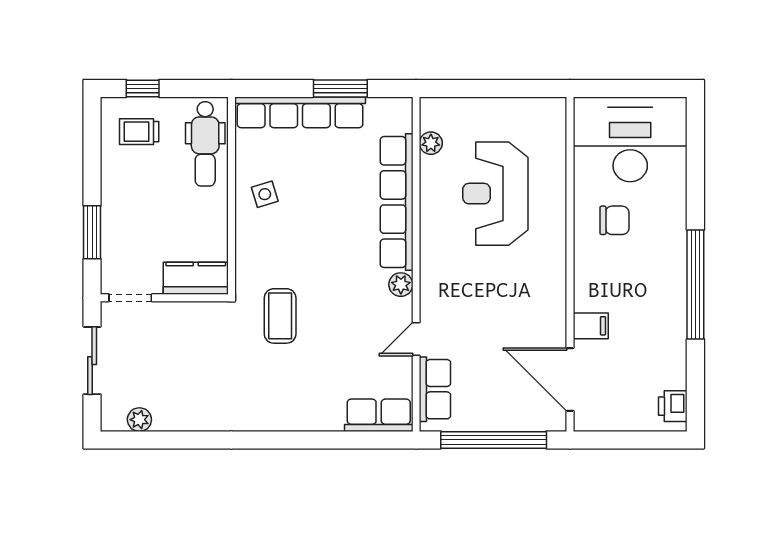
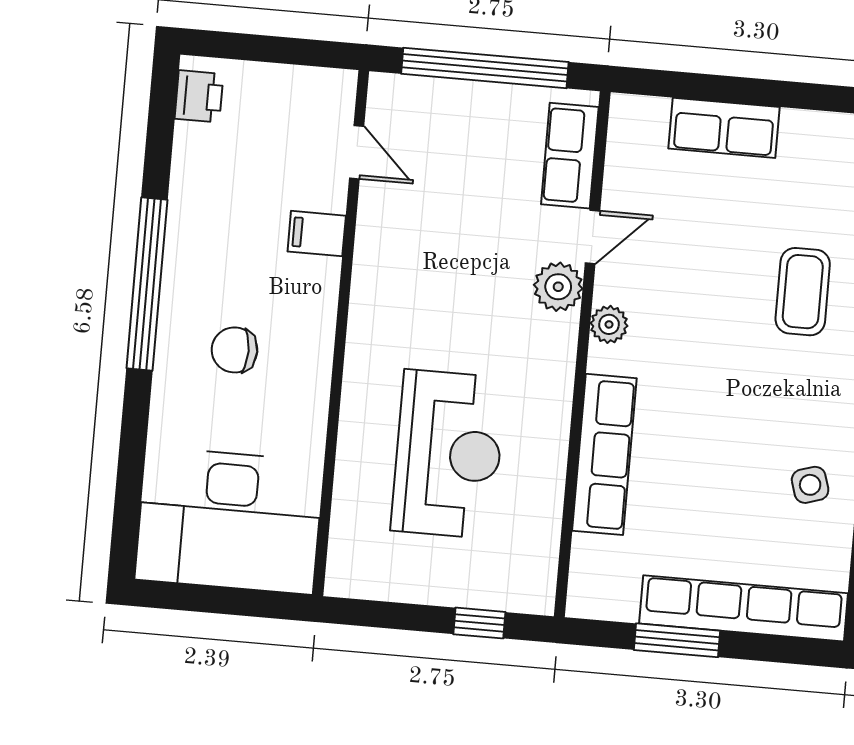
window: (466, 88) -> (479, 623), added
plant: (431, 143) -> (558, 287), moved, width x1.38, depth x1.38
row of seats: (397, 202) -> (604, 454), width x0.73
chair: (614, 220) -> (234, 350), moved
door: (570, 380) -> (357, 152), width x0.53
row of seats: (379, 415) -> (724, 128), moved

